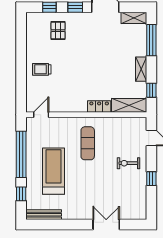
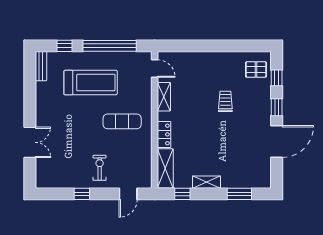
shelving: (134, 18) -> (164, 97), moved
pallet: (58, 31) -> (256, 70), moved
window: (151, 40) -> (239, 194), width x0.69
trolley: (42, 69) -> (225, 101), moved
bench: (44, 215) -> (41, 66), width x0.73

